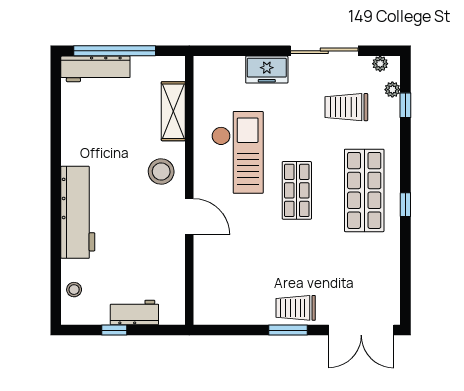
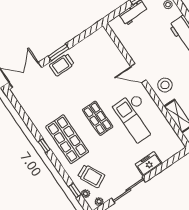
trolley: (346, 107) -> (91, 176), moved, turned 63
trolley: (296, 308) -> (62, 65), turned 180

